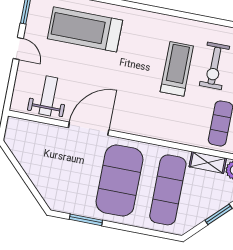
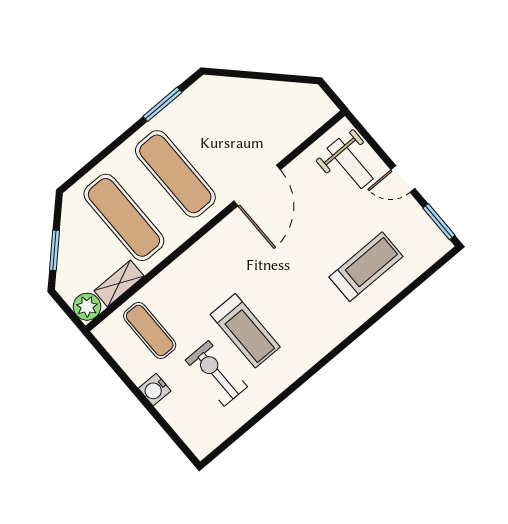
treadmill: (85, 29) -> (366, 267), width x0.73, depth x0.73
weight bench: (48, 96) -> (350, 164), moved
exercise mat: (119, 181) -> (175, 174), width x0.68

